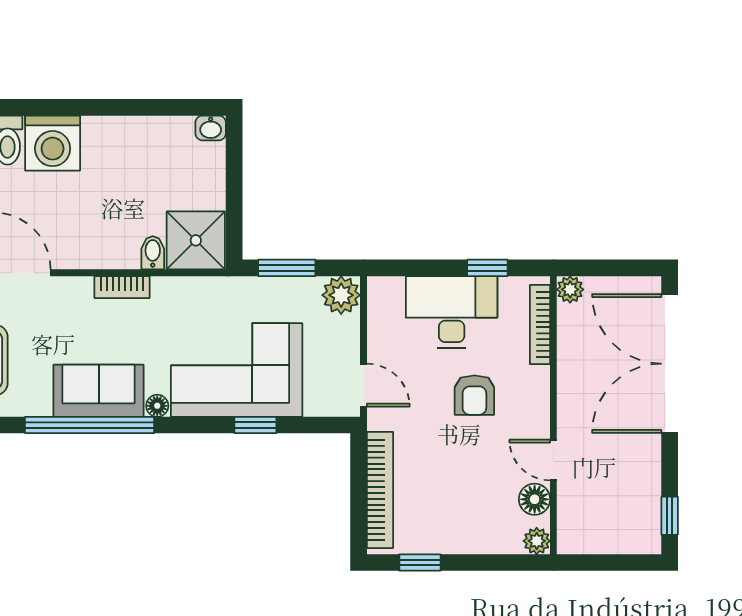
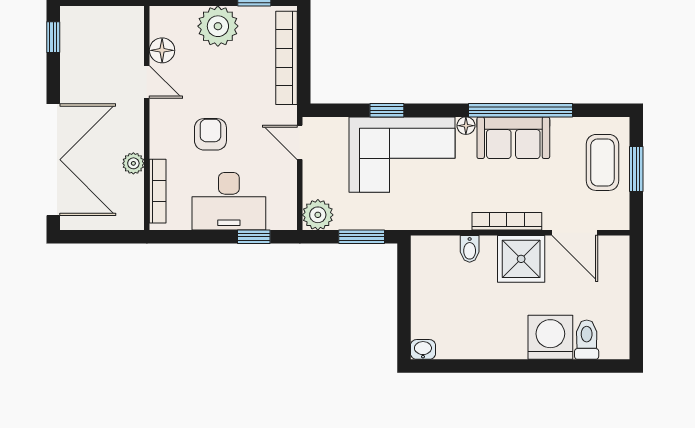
shower: (196, 240) -> (521, 259), moved
window: (487, 268) -> (254, 237), moved
bookcase: (122, 287) -> (507, 221), width x1.56
plant: (570, 289) -> (133, 163), moved
plant: (537, 541) -> (218, 26), moved, width x1.87, depth x1.87

